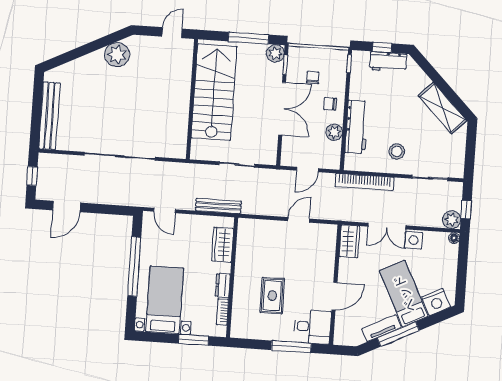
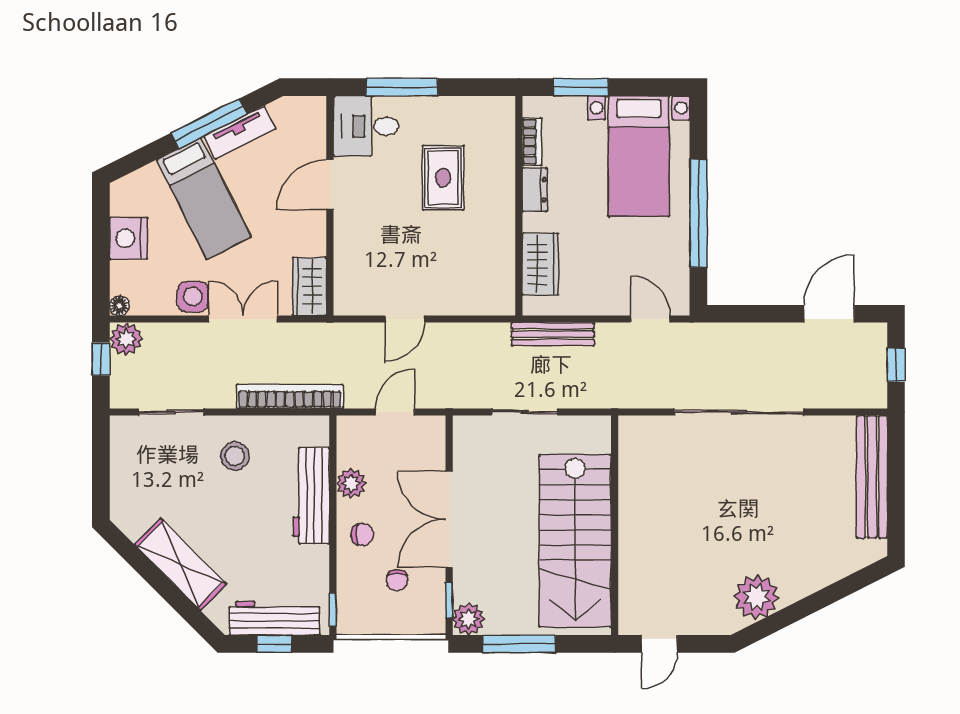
workbench: (388, 62) -> (274, 618), width x1.38
shelving: (442, 108) -> (180, 564), moved
nightstand: (436, 302) -> (128, 238), moved, turned -63

